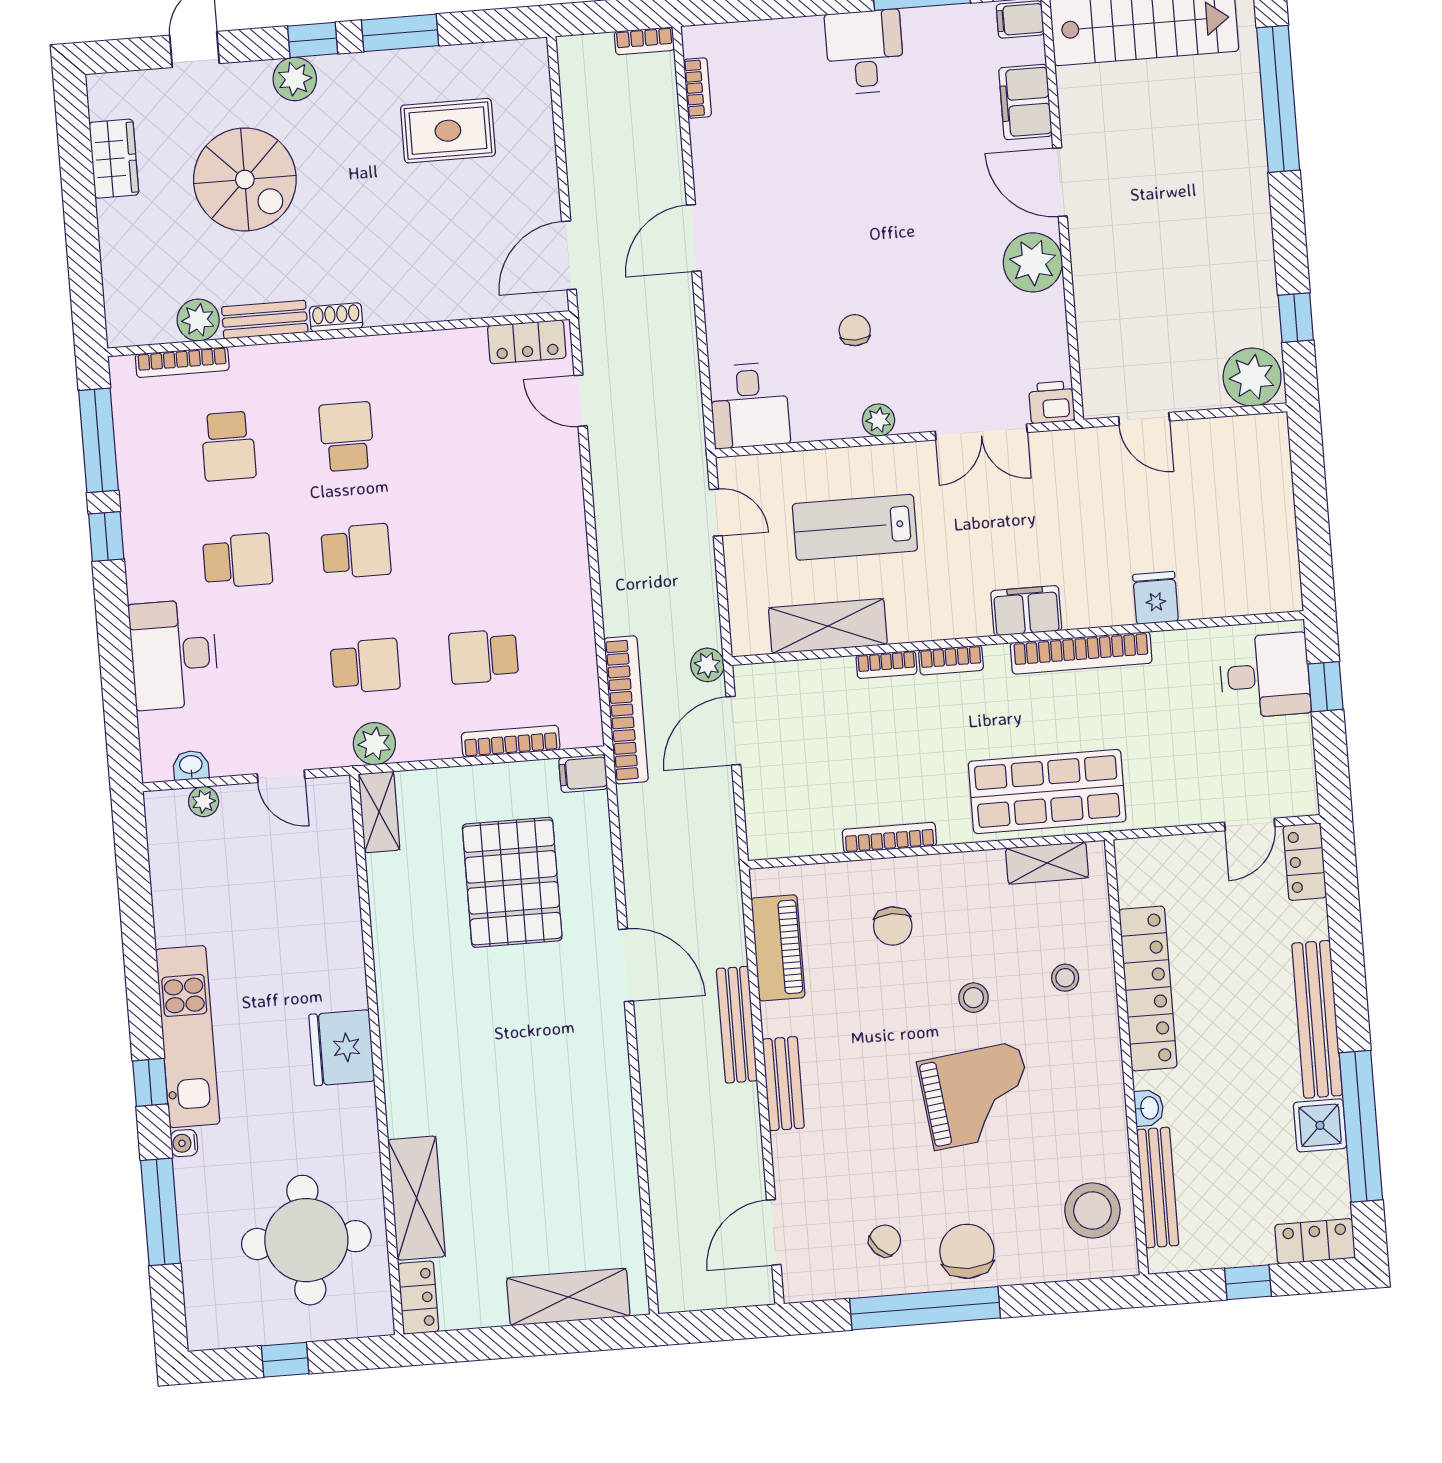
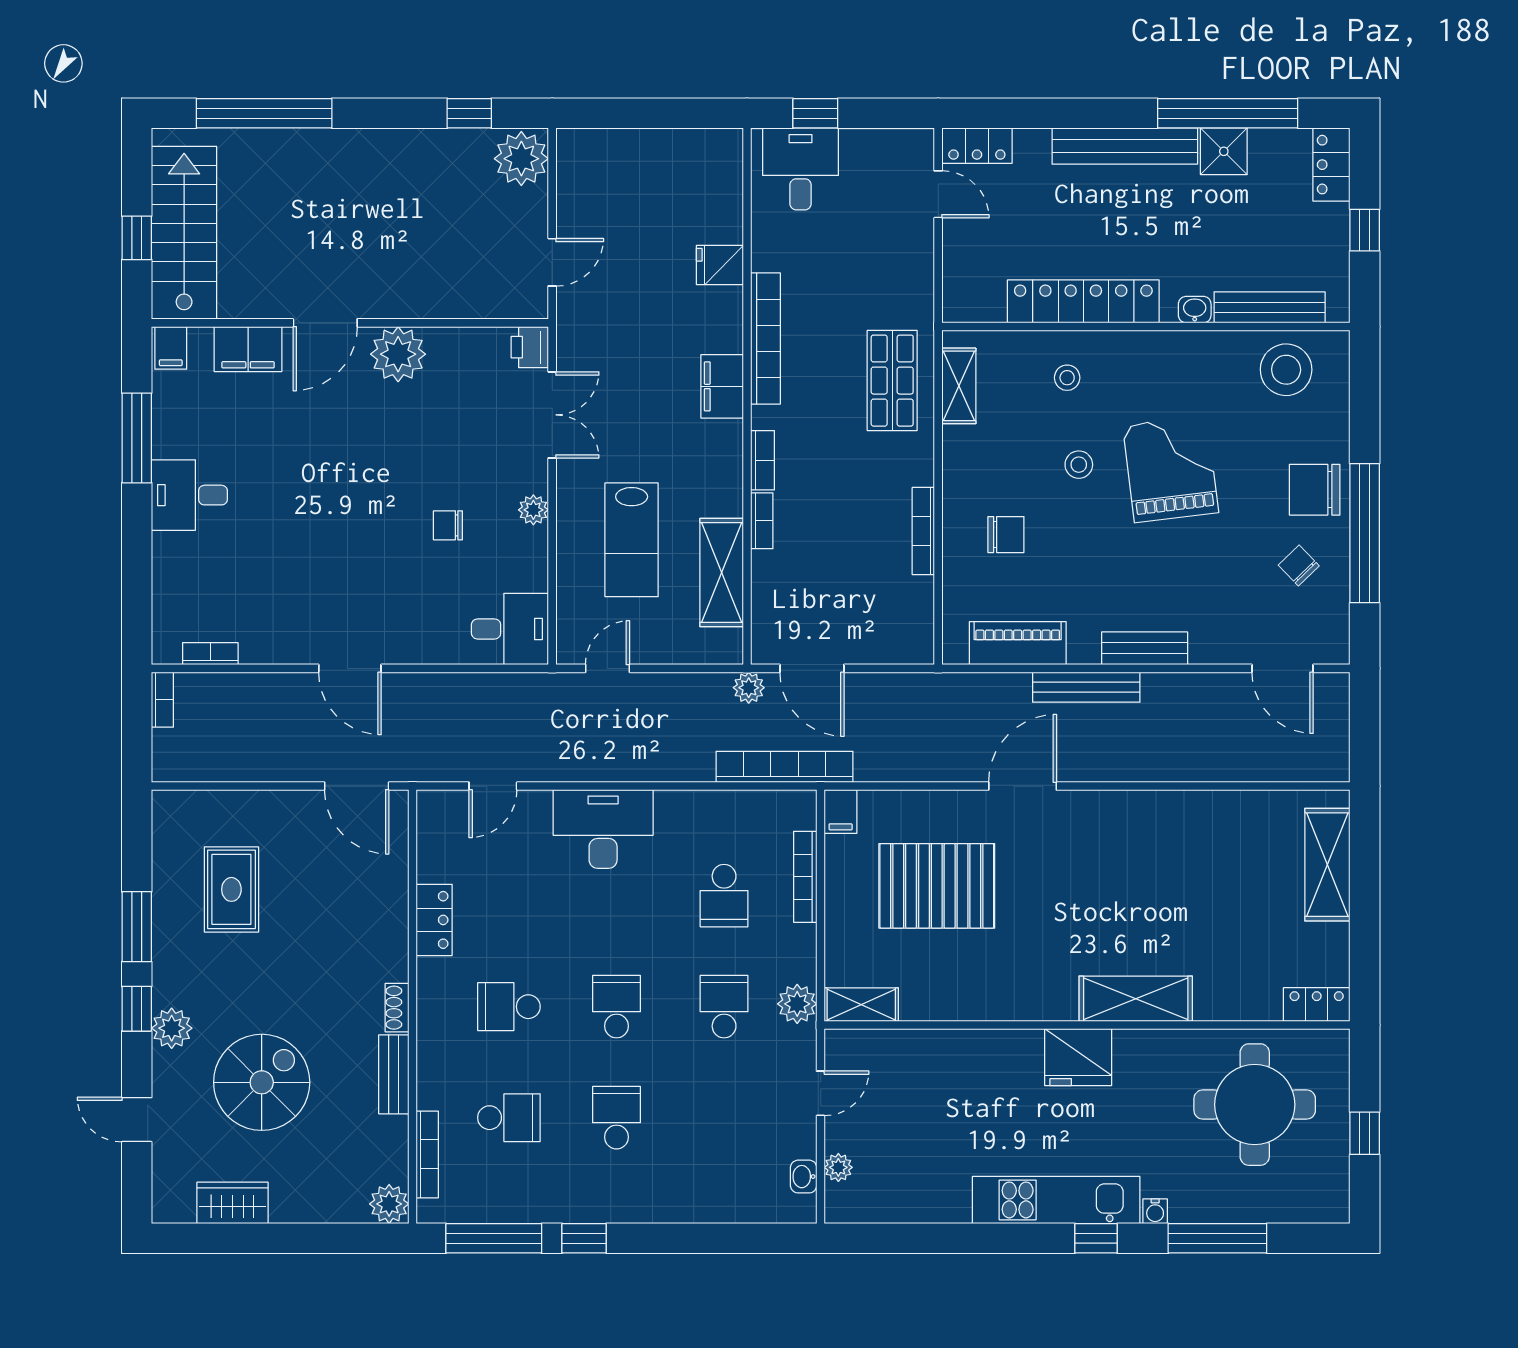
plant: (198, 320) -> (389, 1204), moved
locker: (527, 342) -> (434, 920), moved
desk: (174, 655) -> (603, 829), moved, turned 180
shop shelf: (1047, 791) -> (892, 381), width x0.70, depth x0.74
shelving: (417, 1198) -> (1136, 999), moved

